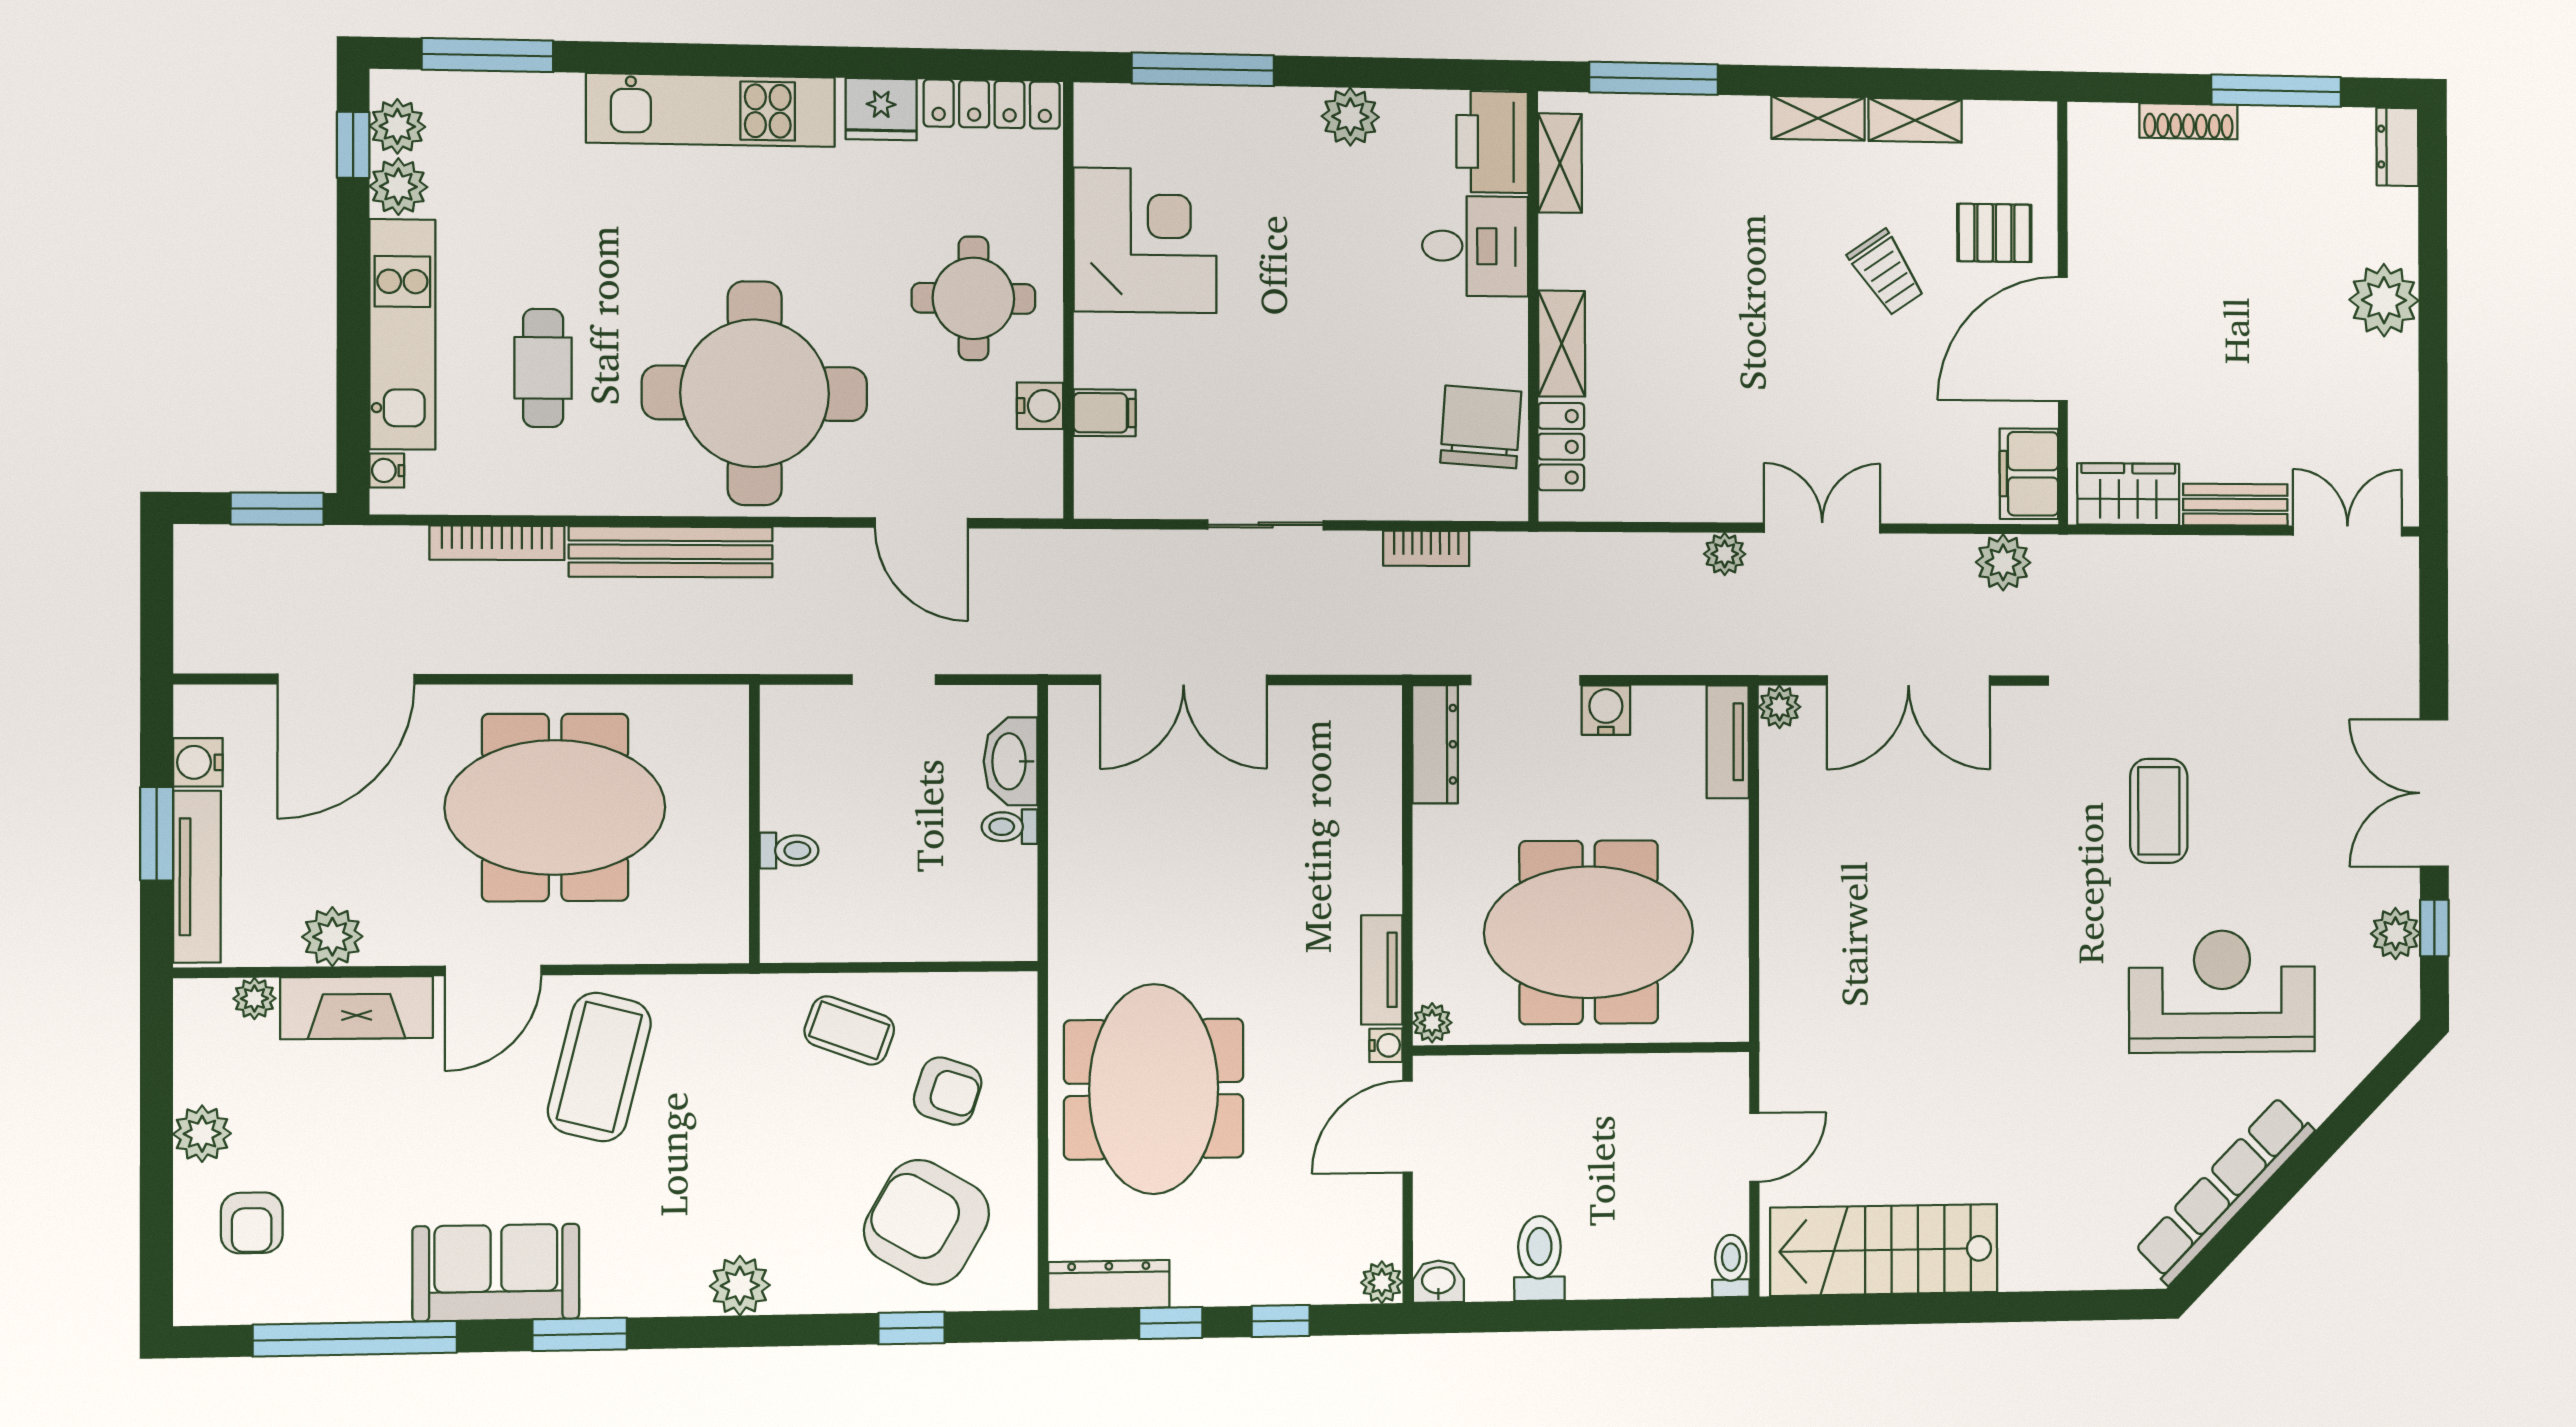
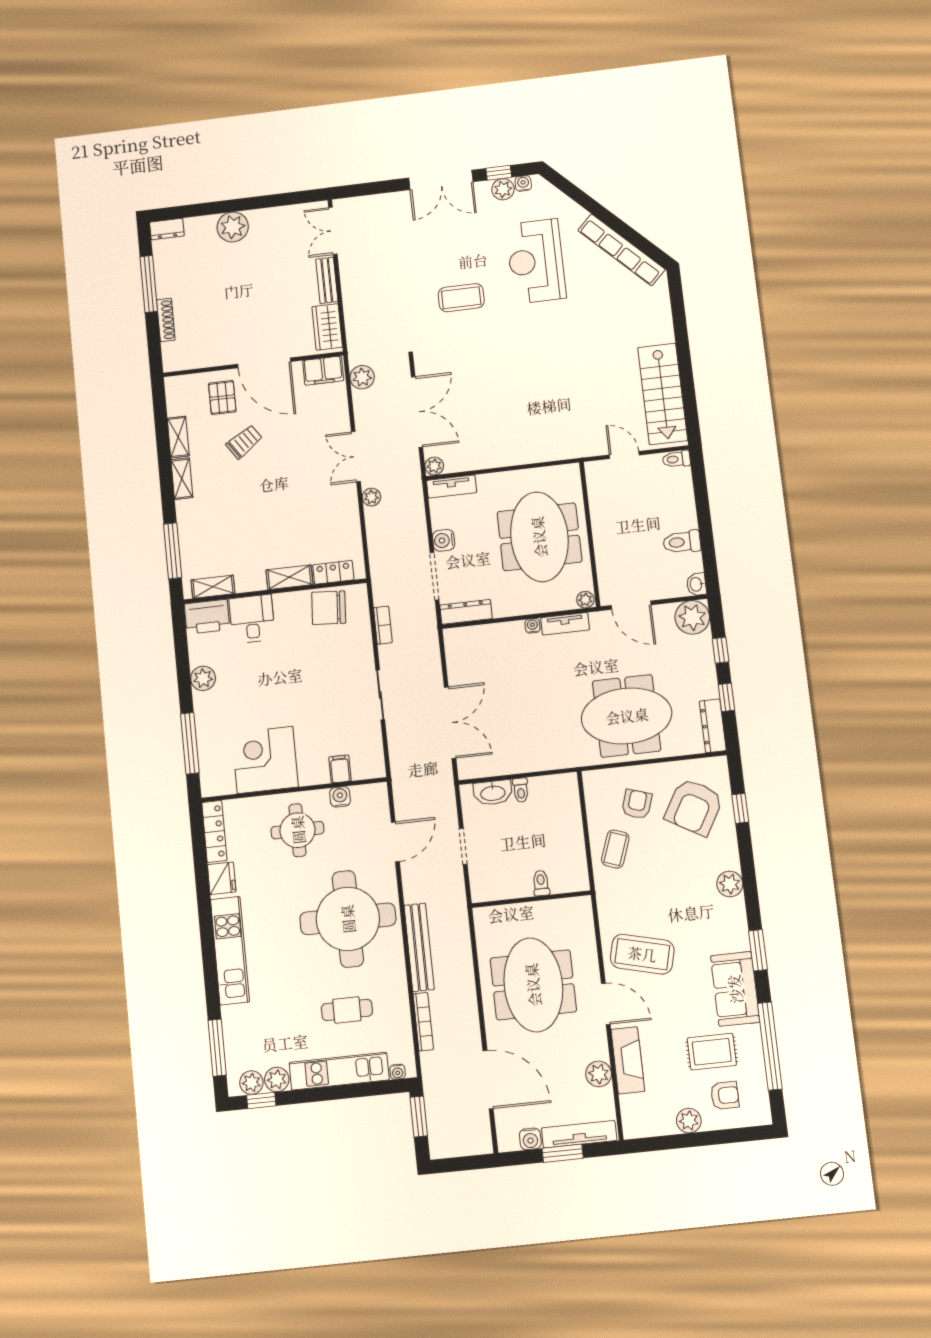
water cooler: (2403, 981) -> (523, 184), added
plant: (254, 999) -> (629, 1104), removed
water cooler: (1386, 1045) -> (533, 626), moved
rug: (356, 1204) -> (712, 1052), added
plant: (1382, 1282) -> (692, 617), width x1.87, depth x1.87

